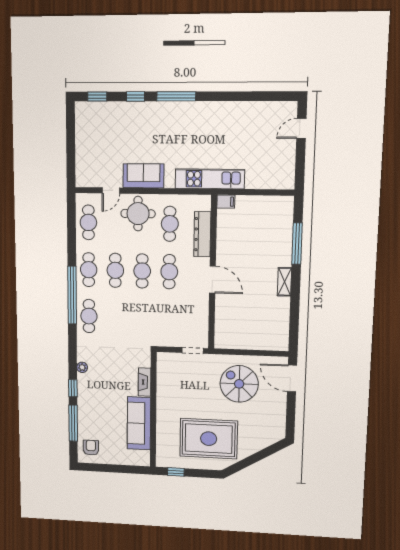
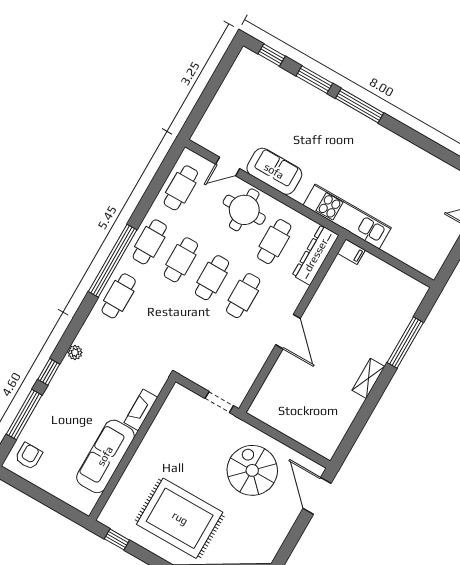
window: (135, 96) -> (314, 80), width x1.50
dresser: (202, 234) -> (316, 255), moved

